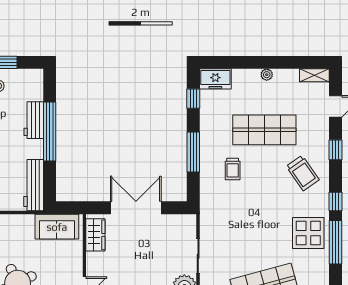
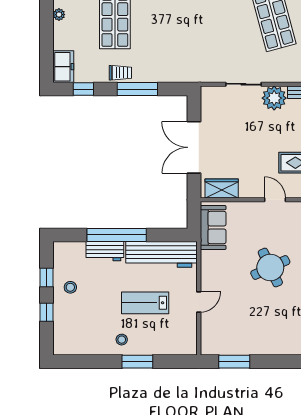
trolley: (233, 169) -> (120, 73), moved
workbench: (34, 185) -> (162, 254), width x1.36, depth x1.32

